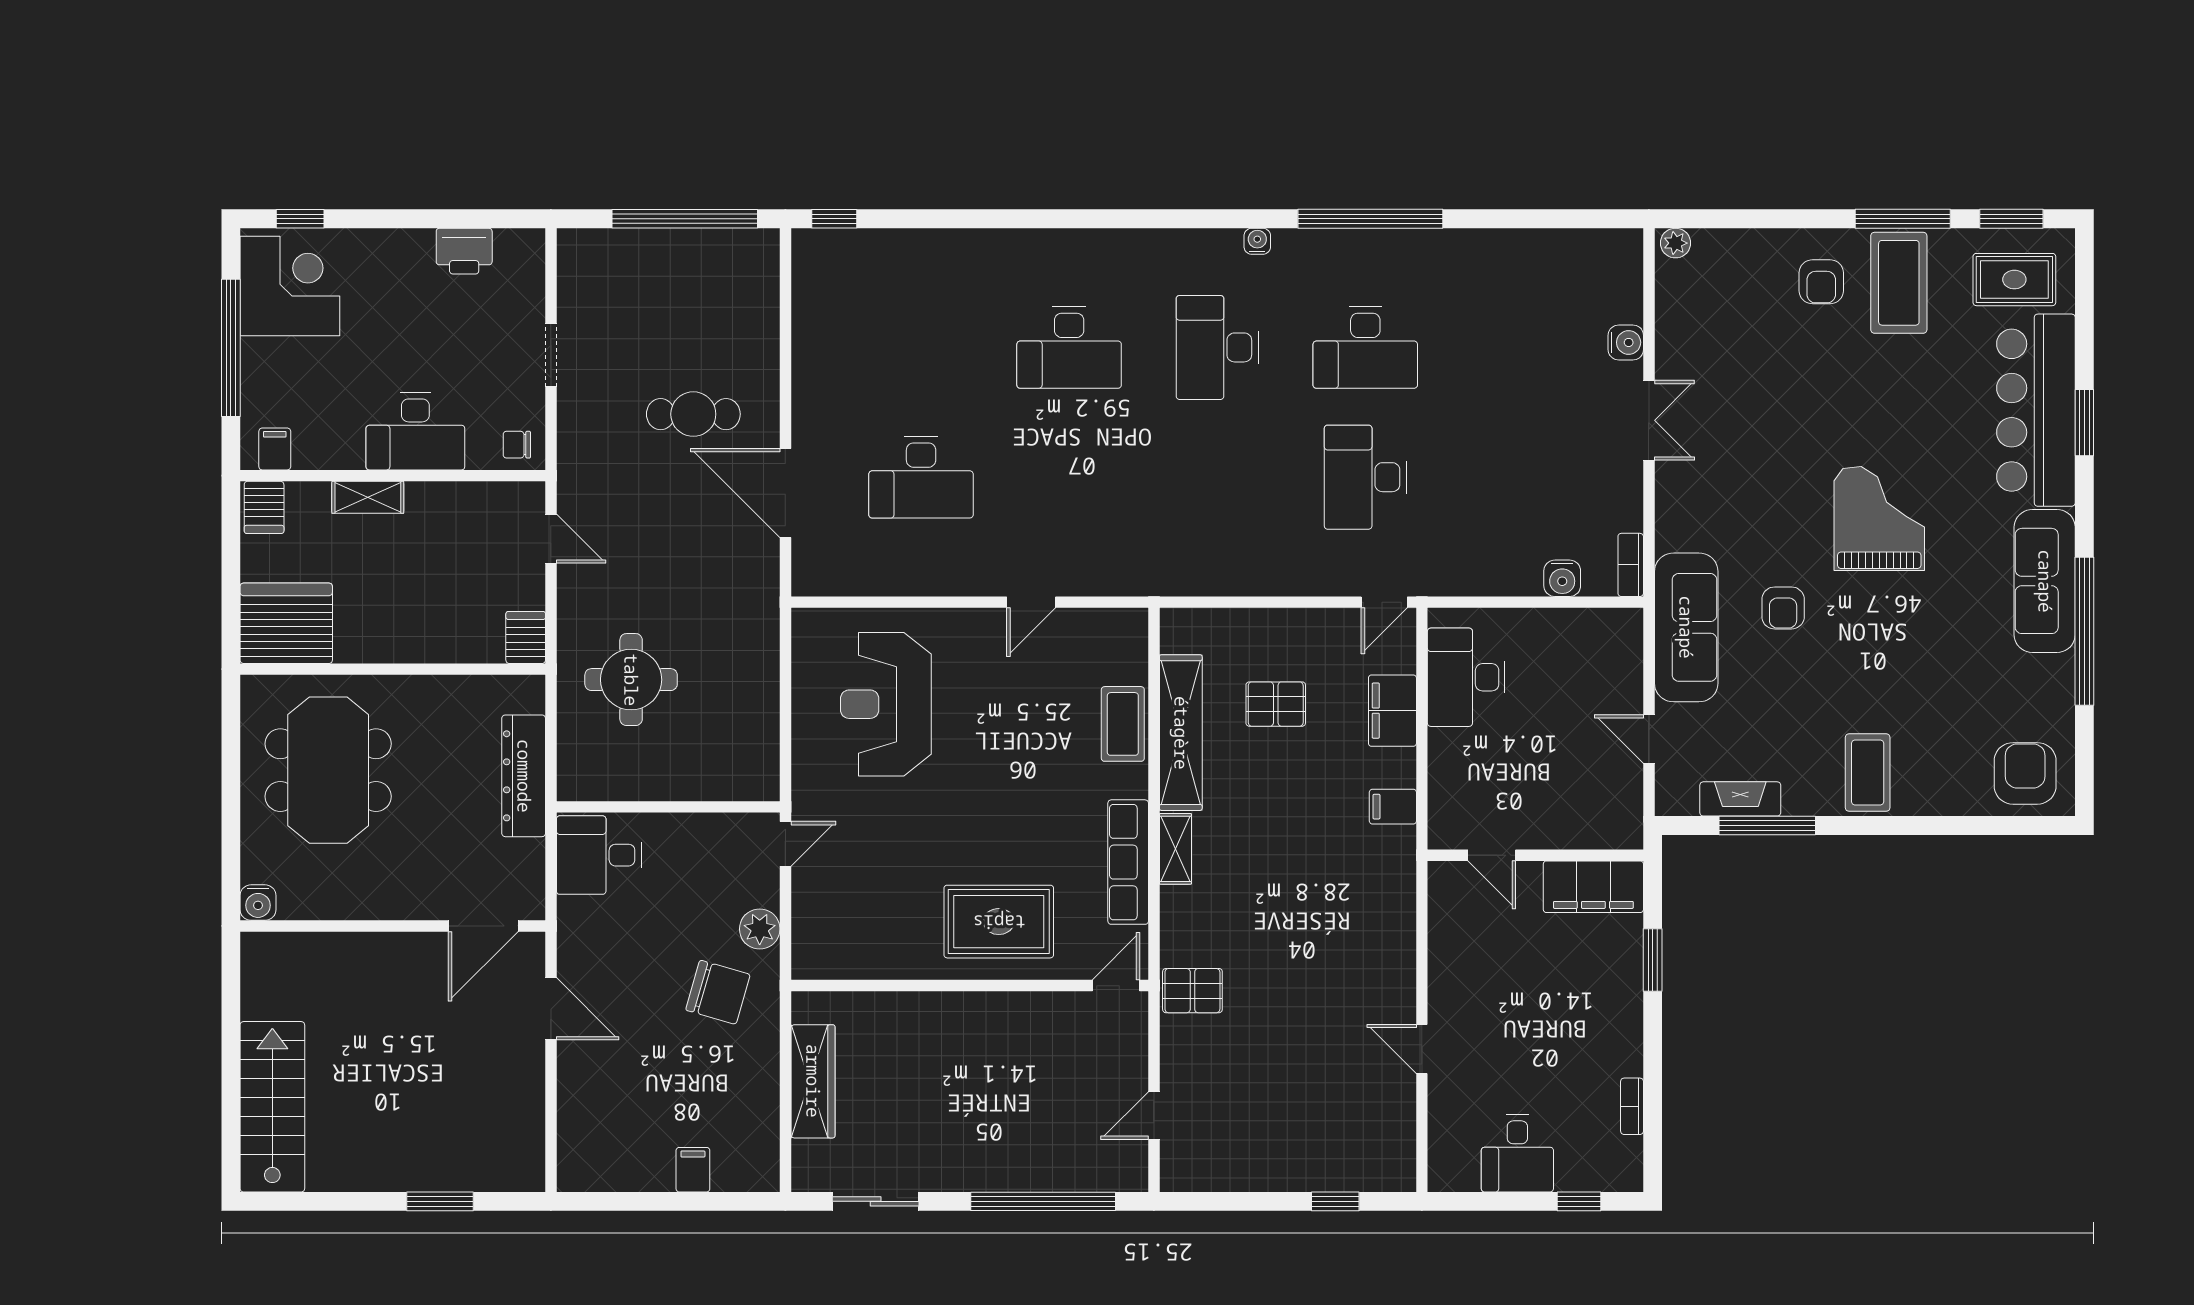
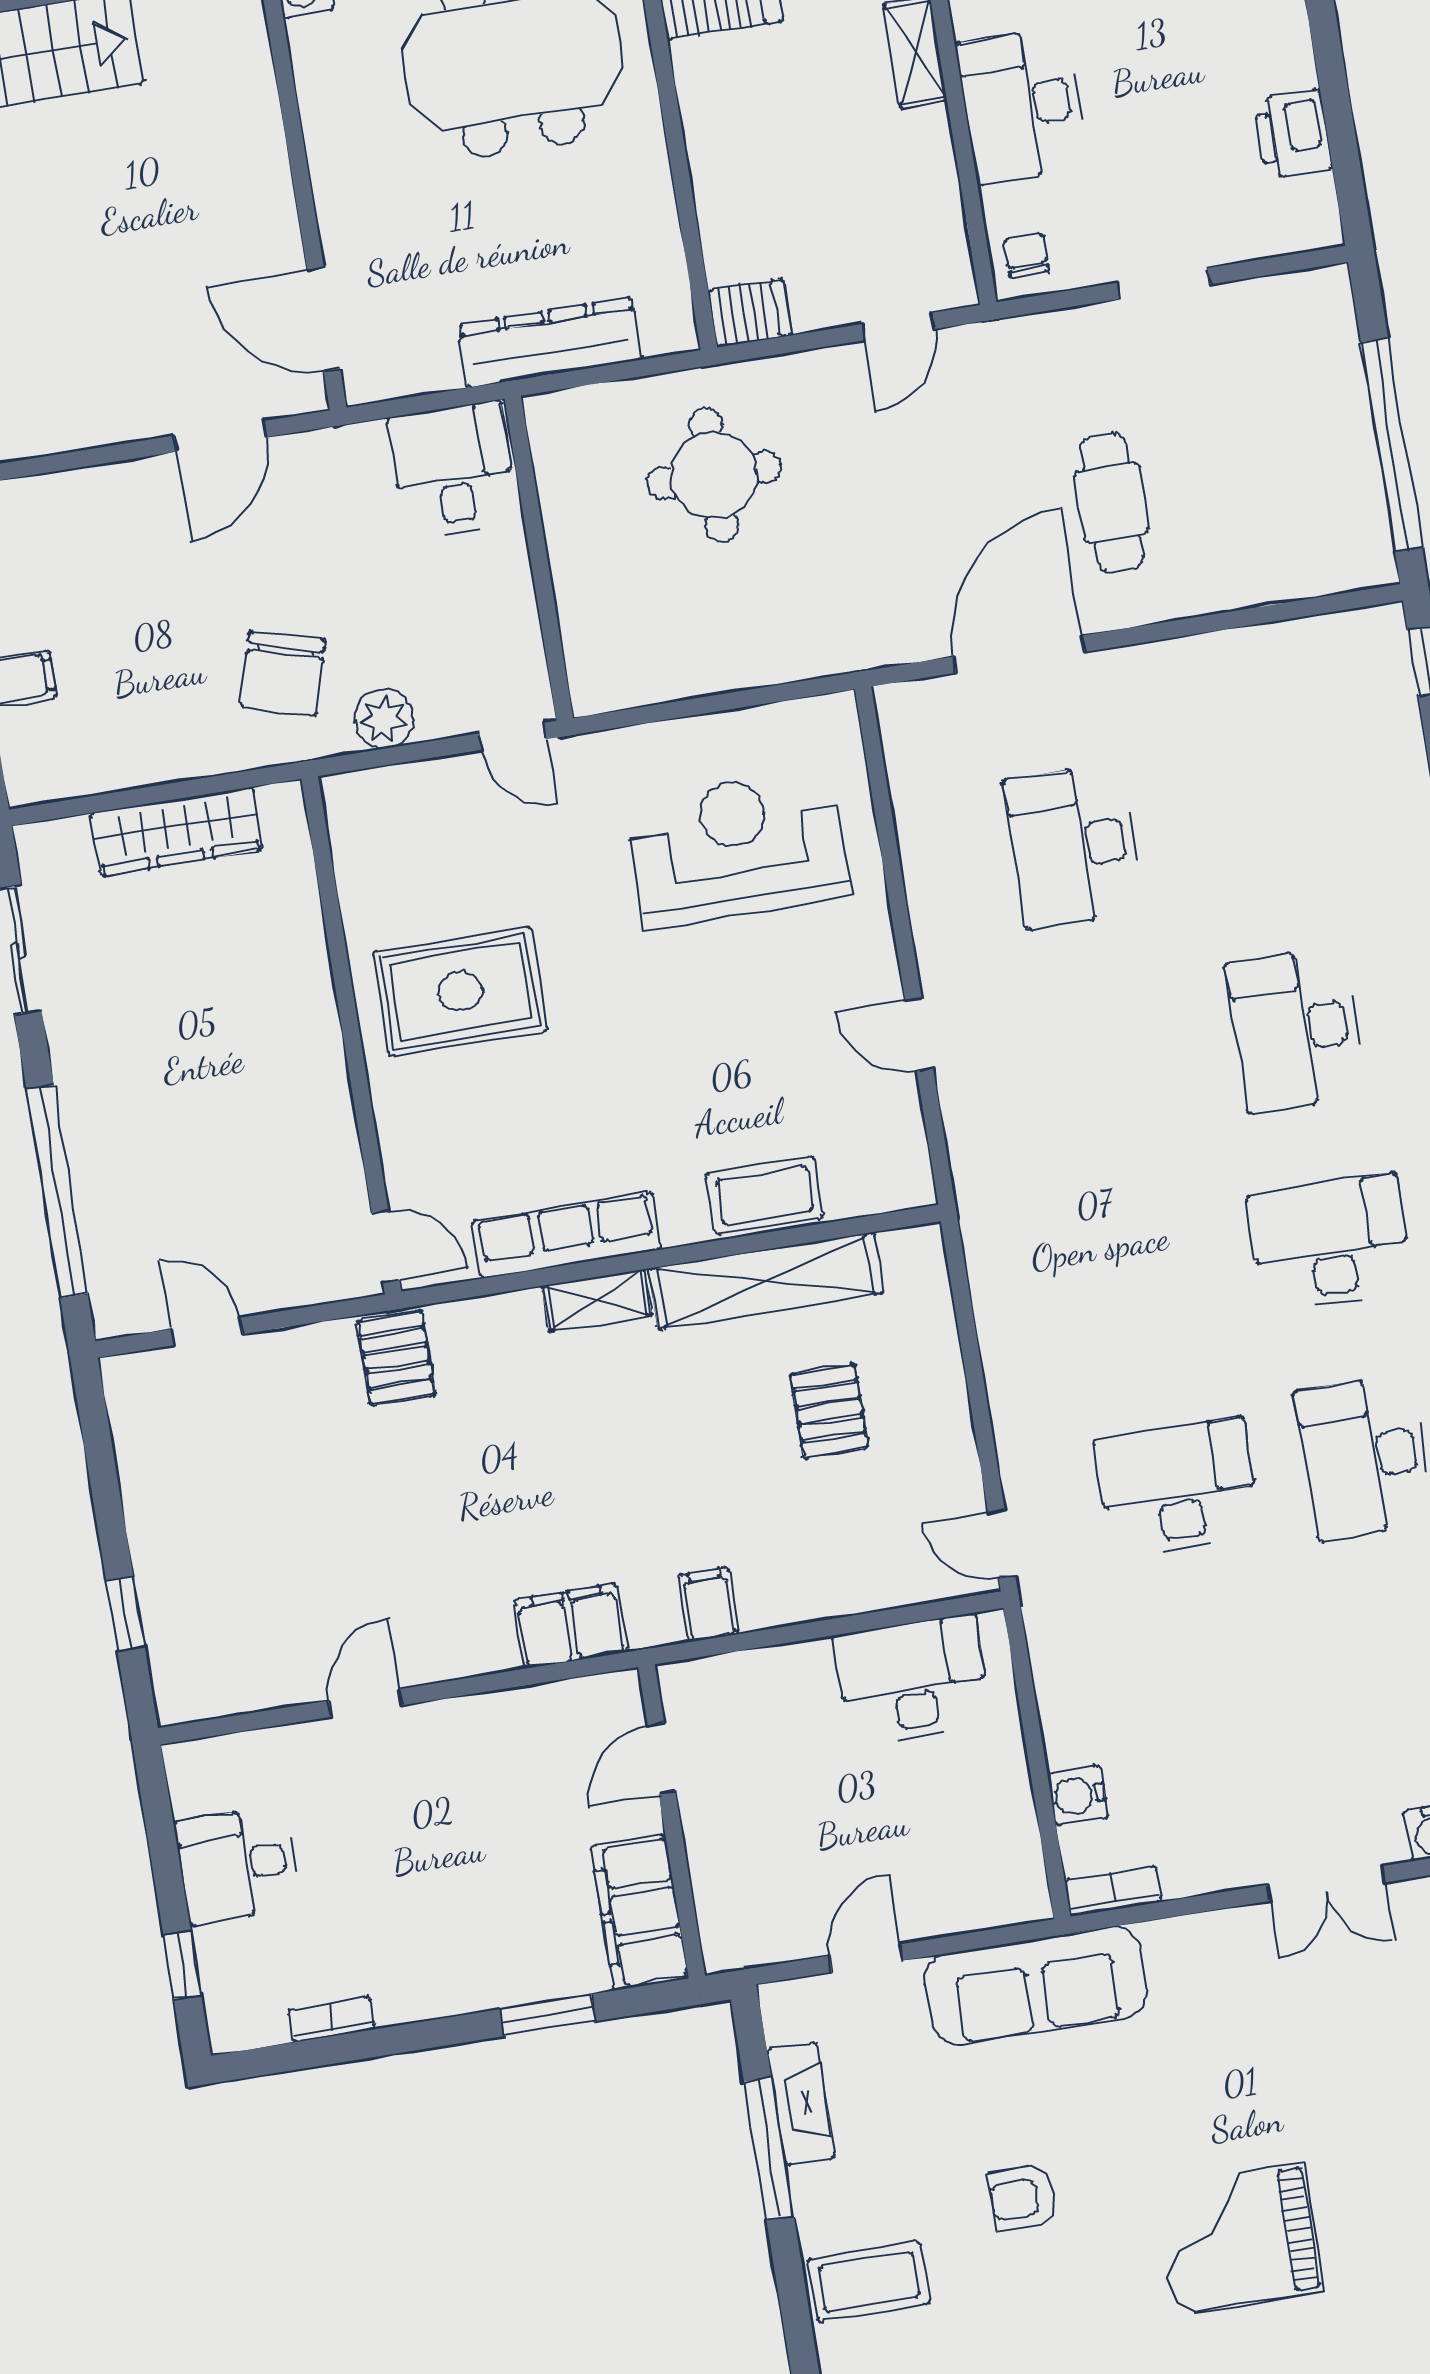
grand piano: (1879, 519) -> (1238, 2239), turned 180
armchair: (1783, 608) -> (1023, 2198), moved
filing cabinet: (1392, 711) -> (571, 1626), moved
rug: (999, 922) -> (460, 991), moved, turned 90

